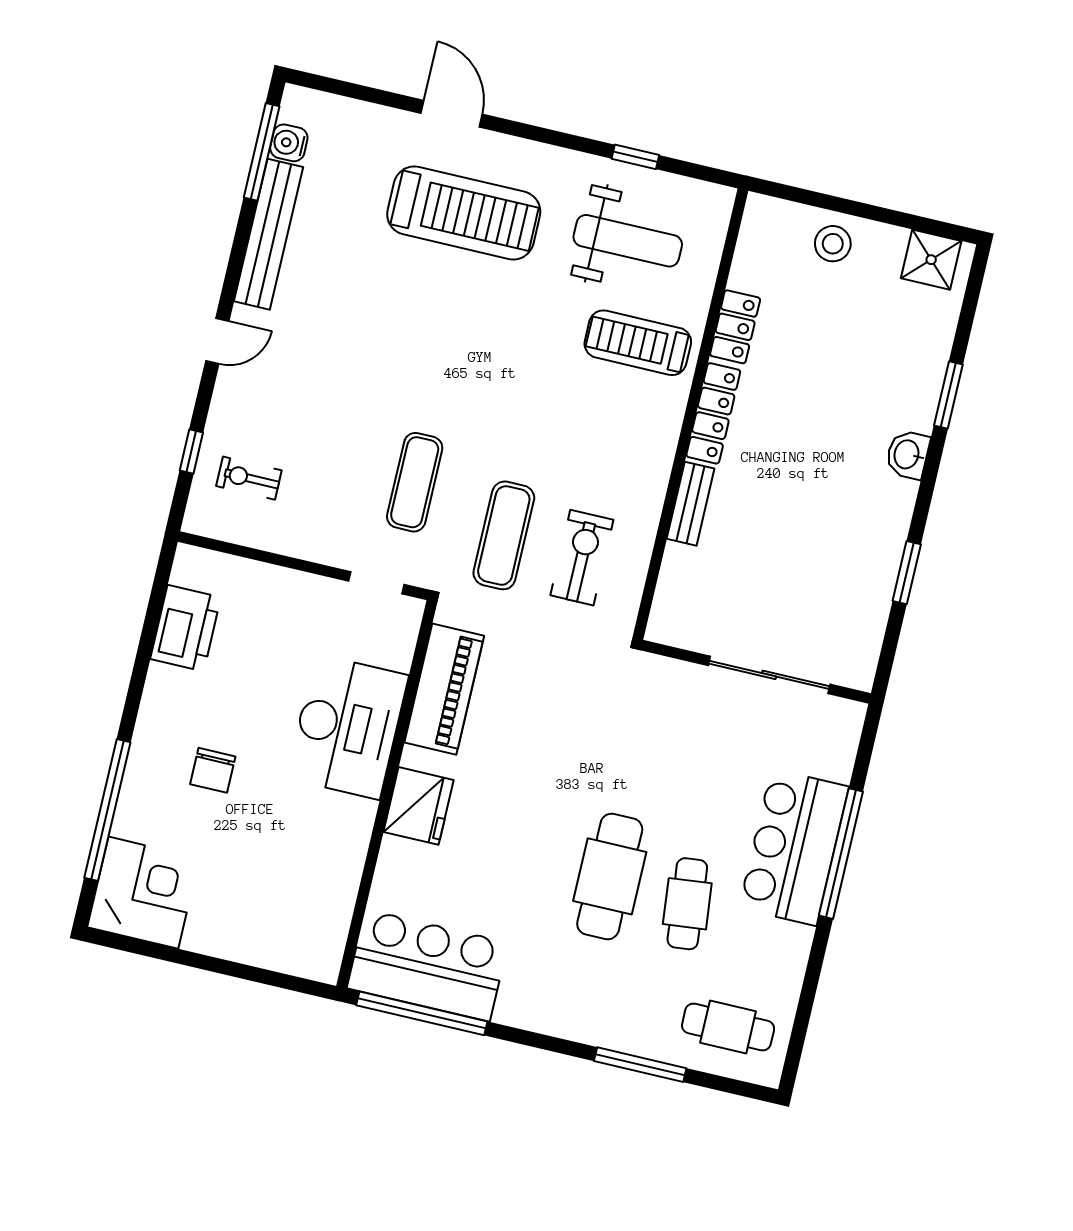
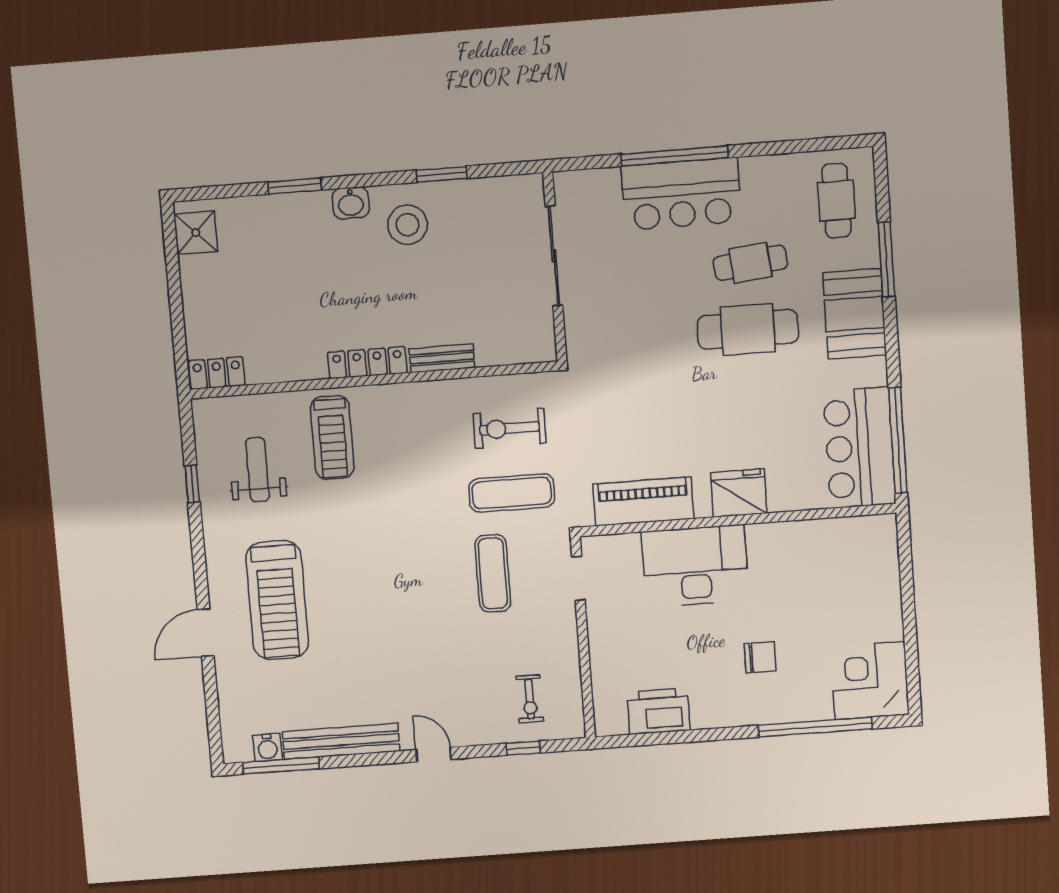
treadmill: (464, 213) -> (277, 600), turned 180
weight bench: (628, 241) -> (257, 470), width x0.73, depth x0.75
stool: (833, 244) -> (407, 225), moved, width x1.38, depth x1.38
locker: (735, 327) -> (217, 373), moved
exercise mat: (415, 482) -> (493, 573), turned 90
booth: (588, 1008) -> (855, 314), added

